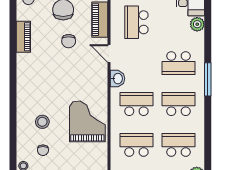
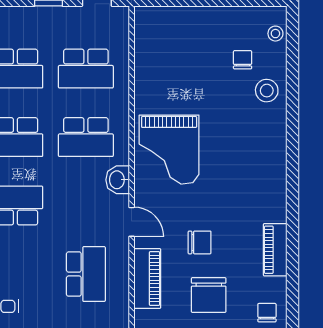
chair: (69, 41) -> (200, 242), turned 90
grand piano: (87, 121) -> (169, 150), moved
stool: (42, 122) -> (267, 91), moved

